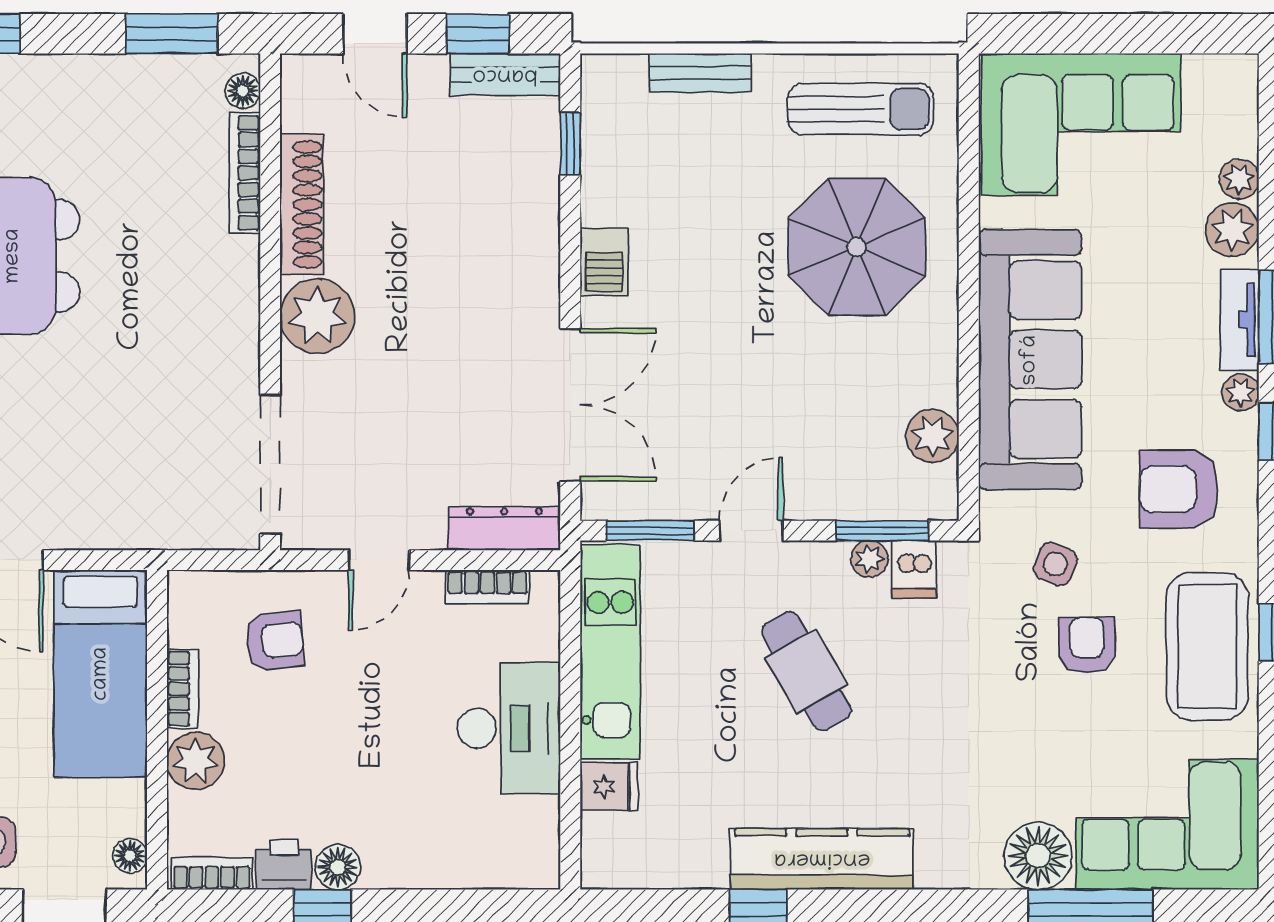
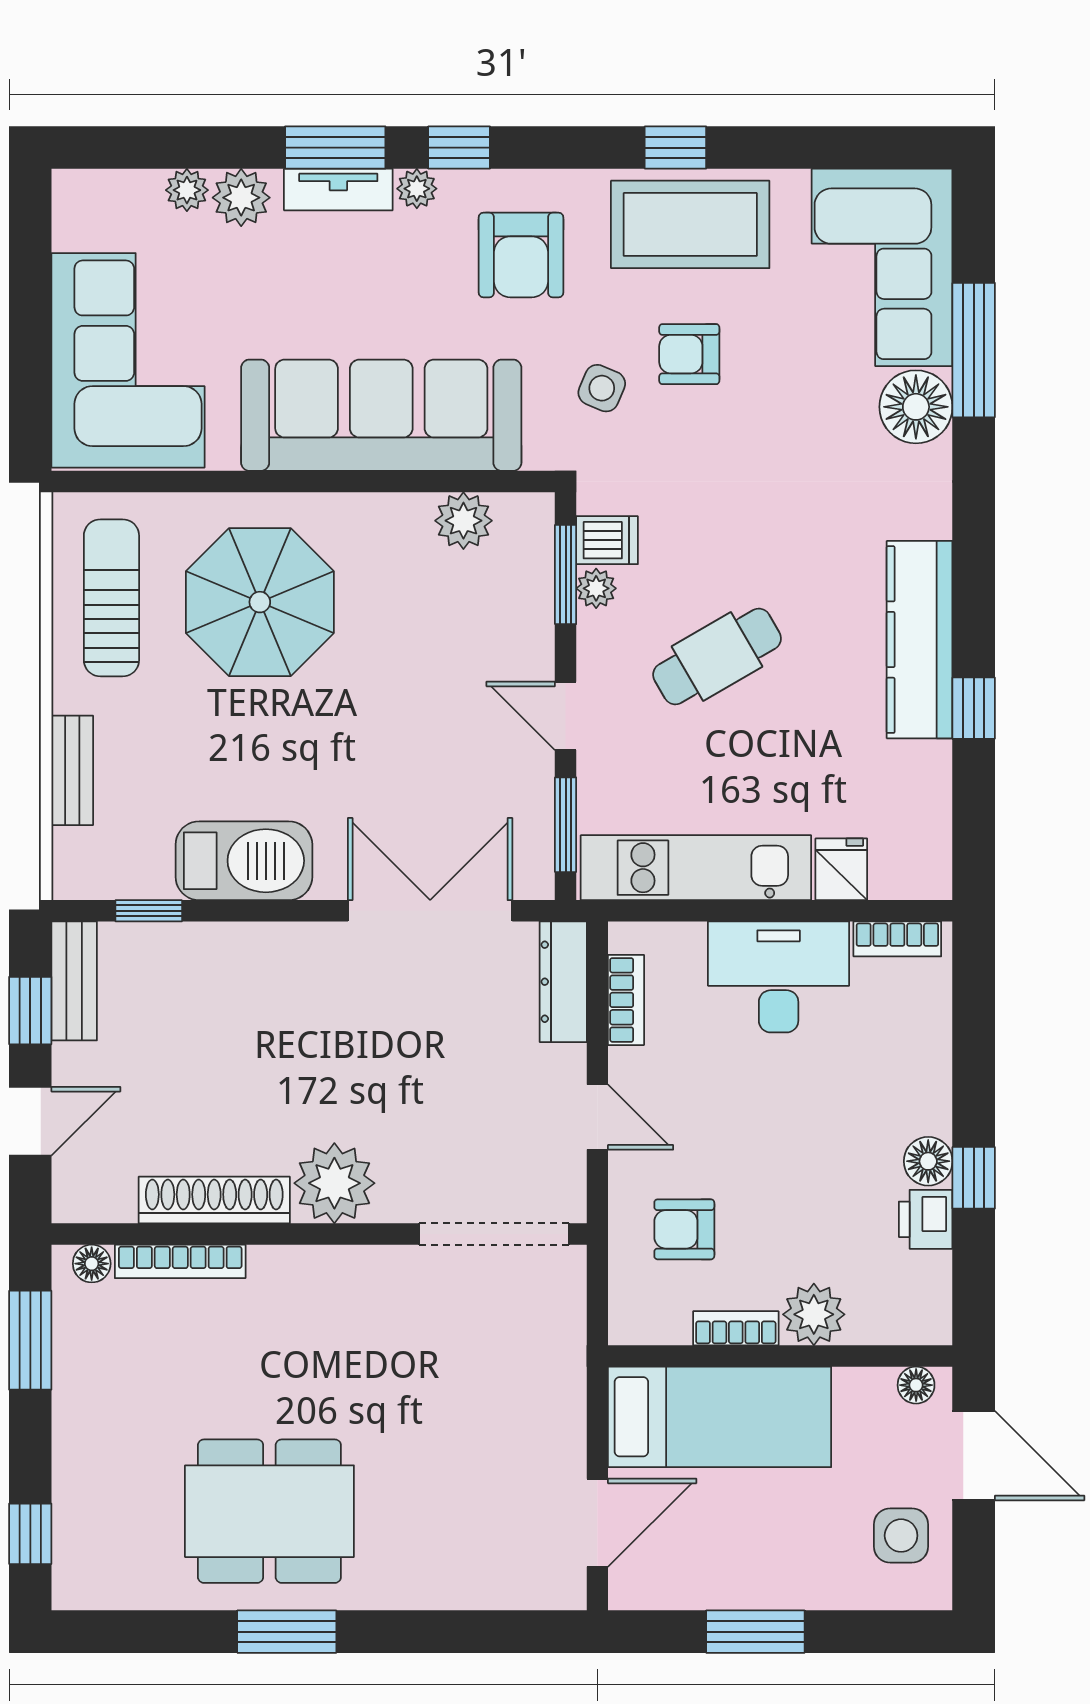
barbecue: (604, 262) -> (244, 861), width x1.88, depth x1.53
armchair: (275, 641) -> (684, 1229), turned -84
bookcase: (212, 873) -> (897, 939), moved, turned -90

